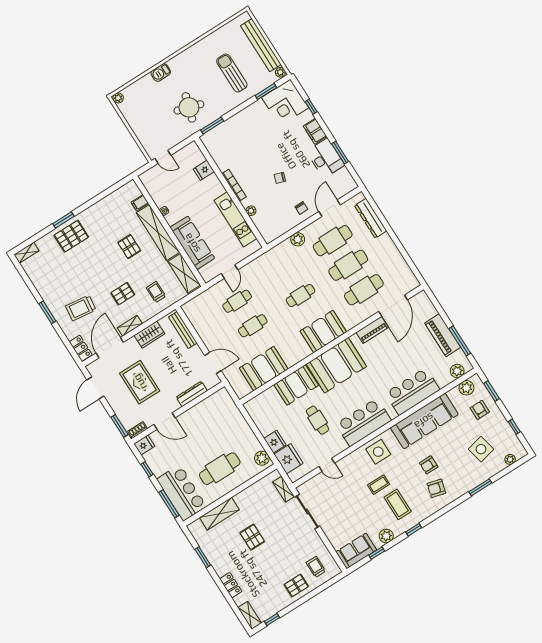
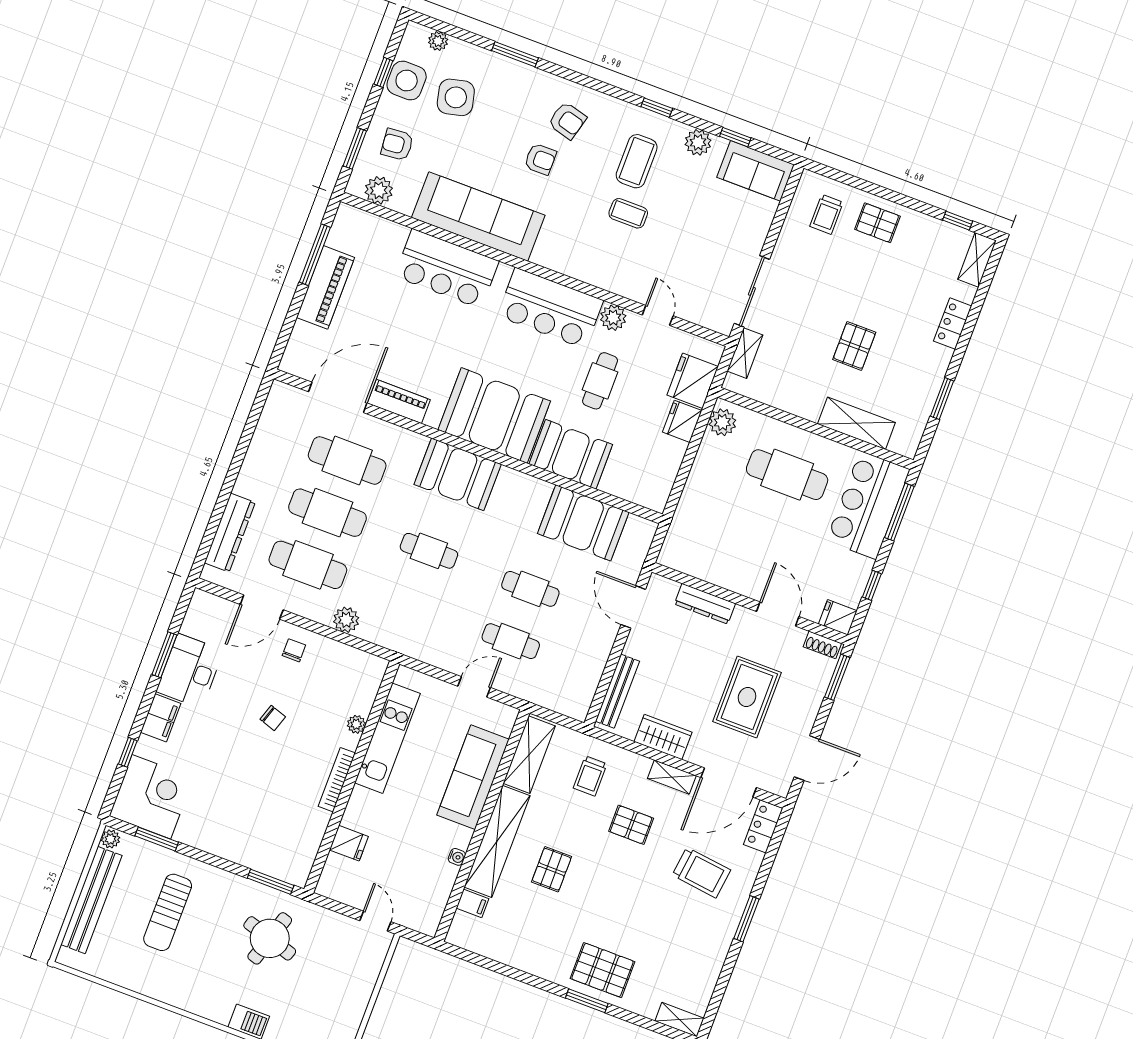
plant: (457, 371) -> (613, 318), moved
armchair: (480, 410) -> (397, 145), turned 85
side table: (378, 452) -> (407, 81), moved

